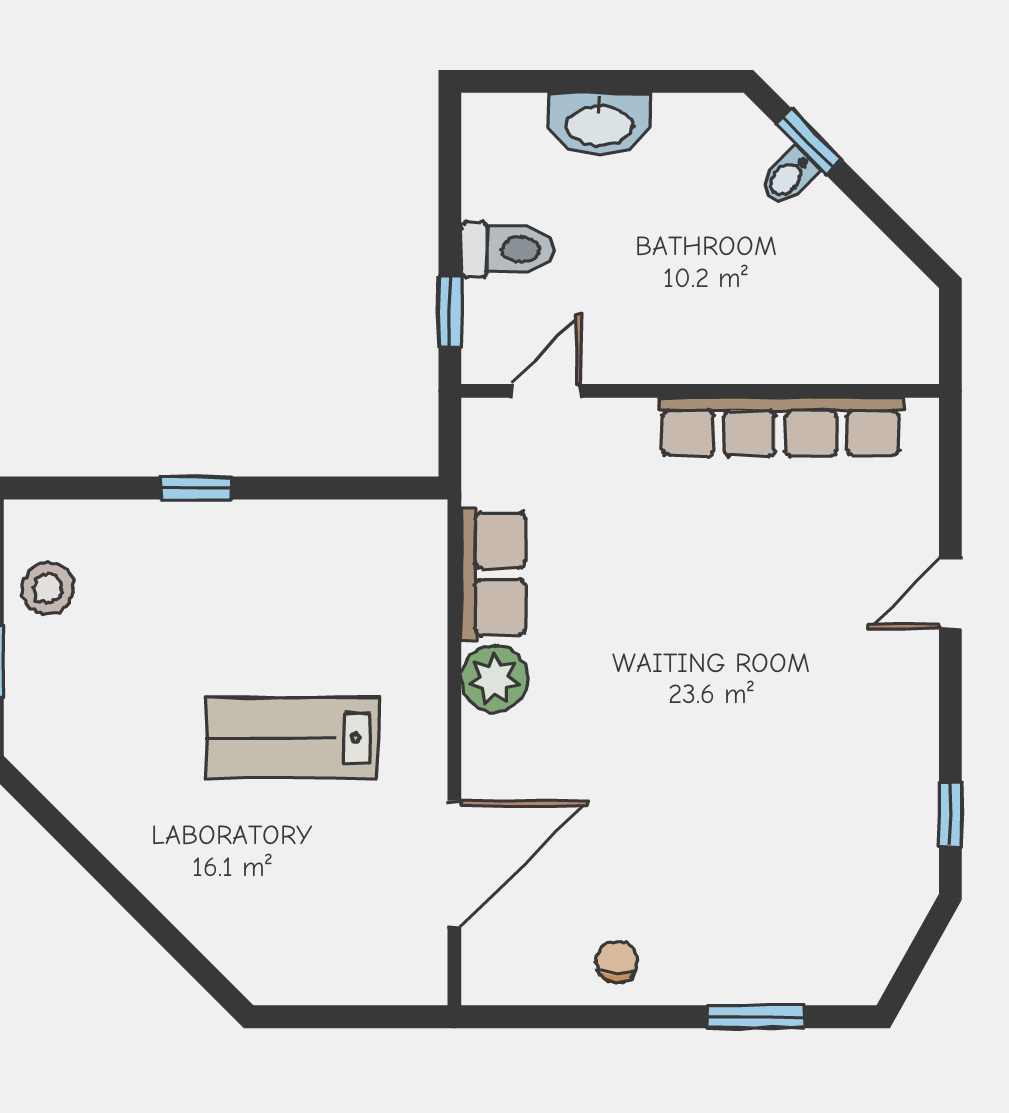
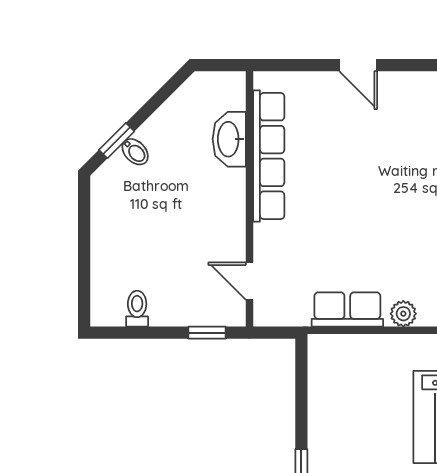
washbasin: (600, 124) -> (229, 139), moved, turned 180
toilet: (508, 249) -> (137, 309), moved, width x0.73, depth x0.72
plant: (494, 679) -> (403, 314), width x0.73, depth x0.73

